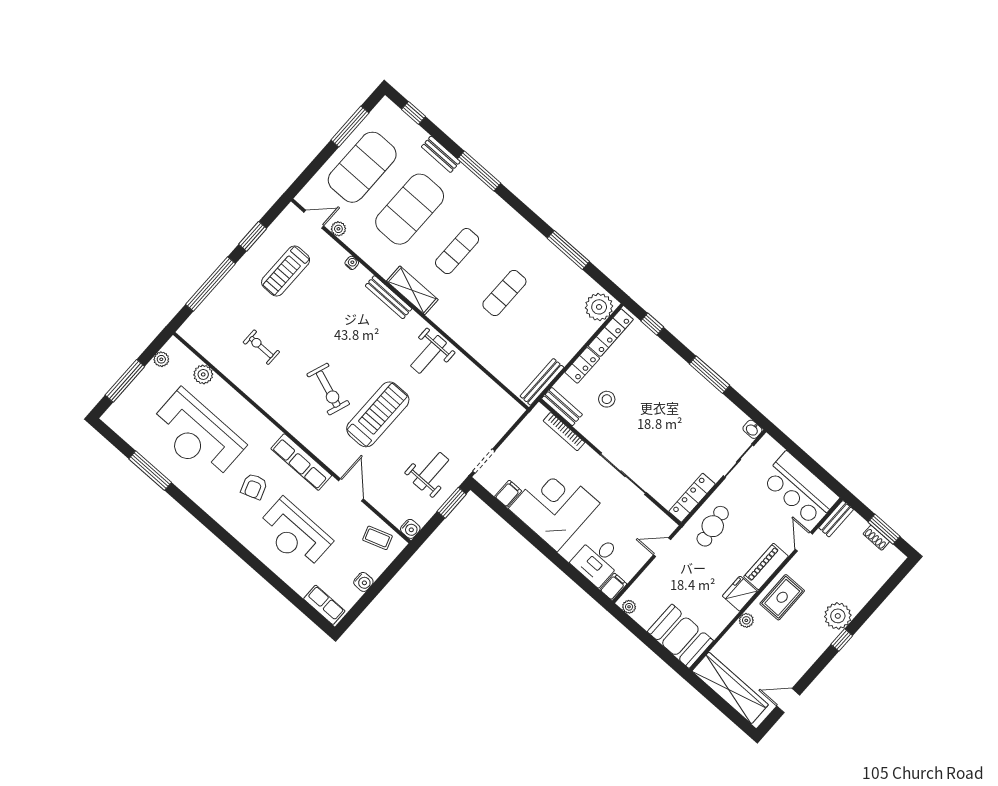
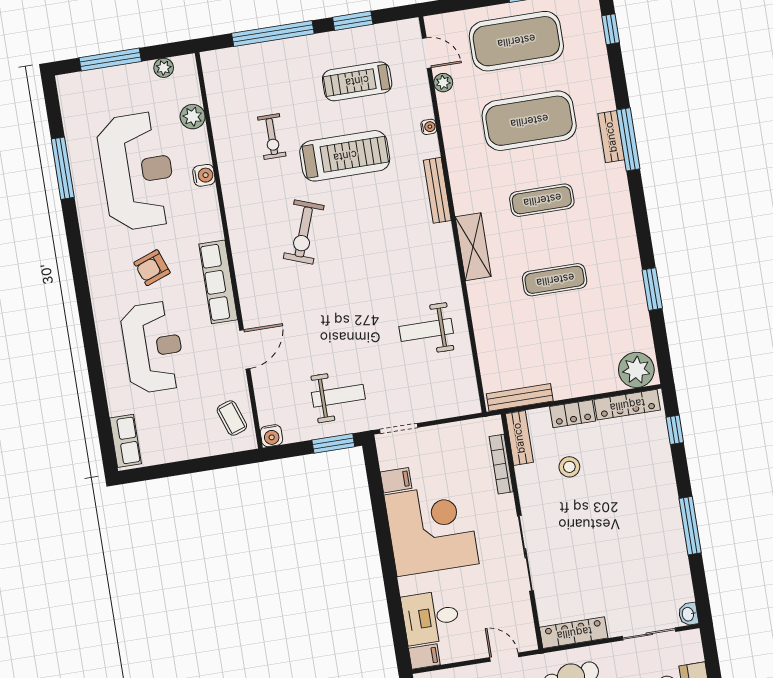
bench: (441, 154) -> (611, 137), moved
window: (568, 250) -> (652, 289), width x0.69
shelving: (412, 290) -> (473, 247), moved
exercise bike: (261, 347) -> (272, 137), turned 180
weight bench: (429, 354) -> (426, 330), moved
treadmill: (378, 414) -> (345, 156), moved
reception desk: (197, 435) -> (137, 171), turned 180
reception desk: (294, 534) -> (153, 347), turned 180
water cooler: (363, 582) -> (204, 175), moved, turned -90

